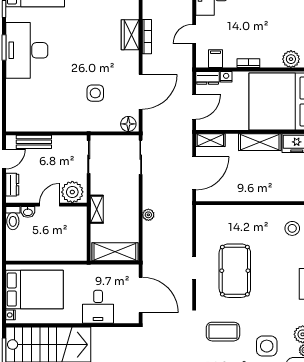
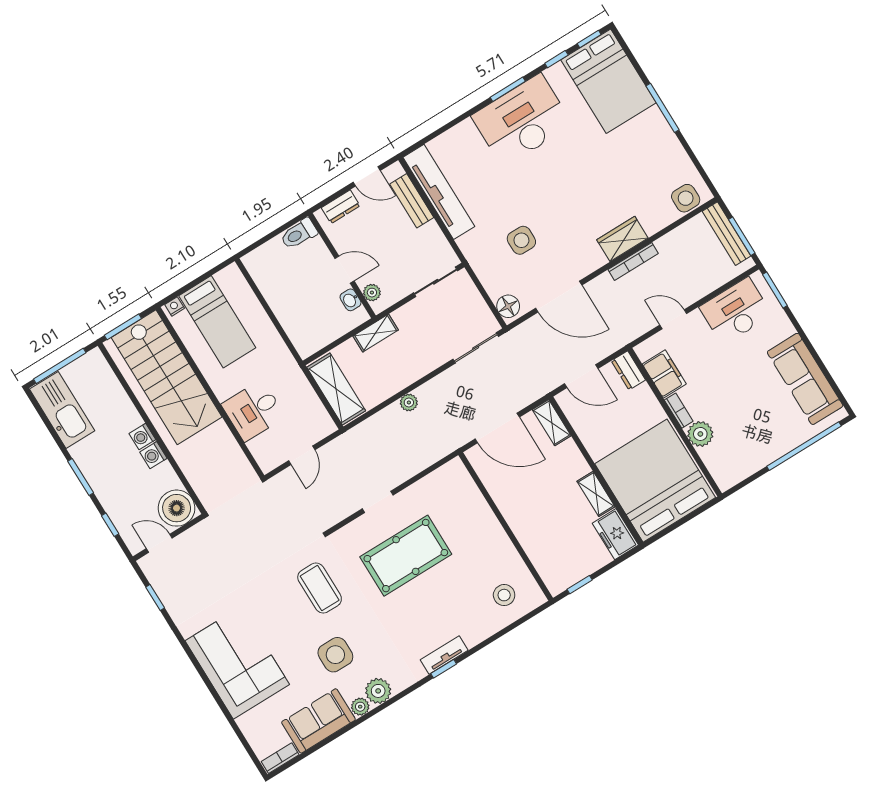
filing cabinet: (215, 59) -> (664, 374), width x2.00
plant: (291, 59) -> (700, 434), moved
nightstand: (226, 77) -> (644, 393), removed
tv unit: (38, 123) -> (439, 192), added
shelving: (260, 142) -> (596, 494), width x0.67, depth x0.75
plant: (72, 192) -> (372, 293), width x0.53, depth x0.53
washbasin: (28, 212) -> (350, 300), moved
bed: (34, 289) -> (217, 322), width x0.67
door: (141, 295) -> (302, 455), width x0.53

